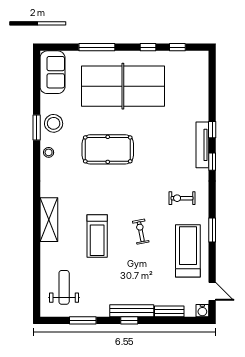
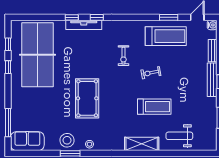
window: (97, 47) -> (8, 123), moved
table tennis table: (123, 86) -> (38, 55), moved
exercise bike: (182, 198) -> (123, 56), moved
window: (212, 230) -> (169, 17), moved
treadmill: (188, 251) -> (166, 36), turned 180
weight bench: (64, 287) -> (179, 136), moved

